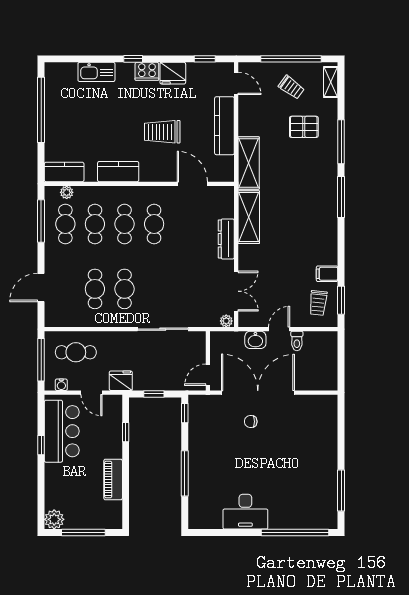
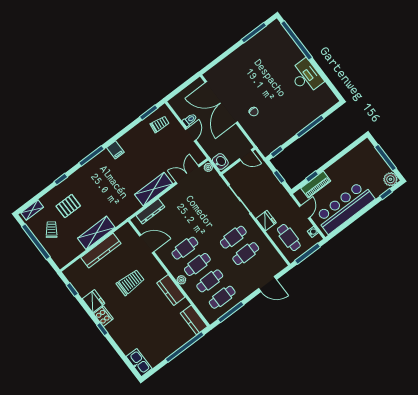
kitchen sink: (96, 72) -> (139, 363), moved
door: (236, 83) -> (73, 262), removed
window: (41, 110) -> (185, 347), moved
pallet: (304, 127) -> (68, 206), turned 90
trolley: (162, 132) -> (130, 282), turned -90
window: (341, 142) -> (61, 179), width x0.46
shelving: (249, 163) -> (96, 233), moved
door: (192, 184) -> (147, 244), swing flipped
plant: (67, 192) -> (181, 280), moved
shelving: (249, 217) -> (154, 189), moved
dresser: (226, 239) -> (150, 211), moved
filing cabinet: (327, 274) -> (115, 150), moved
door: (279, 329) -> (191, 135), swing flipped
washbasin: (255, 340) -> (220, 162), moved
fridge: (121, 381) -> (266, 221), moved, turned 180
double door: (258, 393) -> (221, 102), moved
bar counter: (62, 431) -> (345, 207), width x1.36
window: (41, 445) -> (386, 194), moved
piano: (113, 480) -> (316, 185), moved

